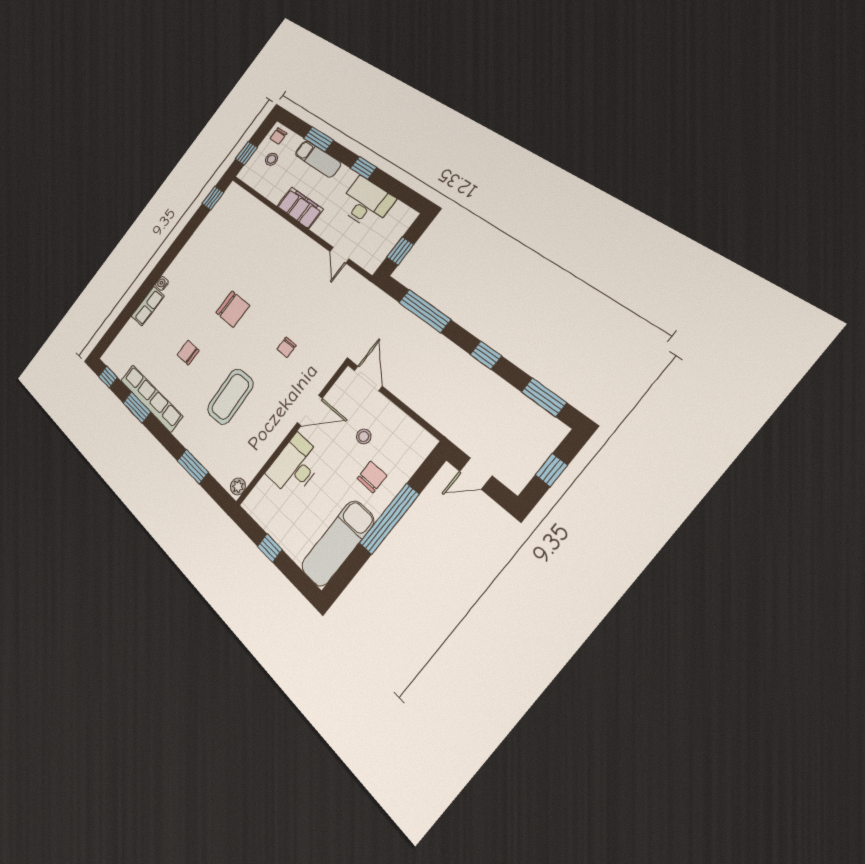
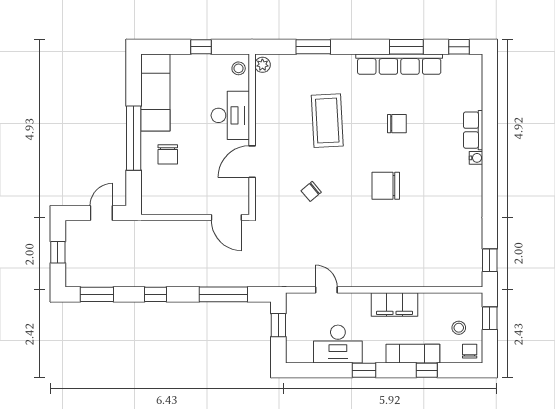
window: (318, 139) -> (427, 370), width x0.67
chair: (286, 347) -> (311, 191), turned -130
stool: (364, 436) -> (239, 68), moved

